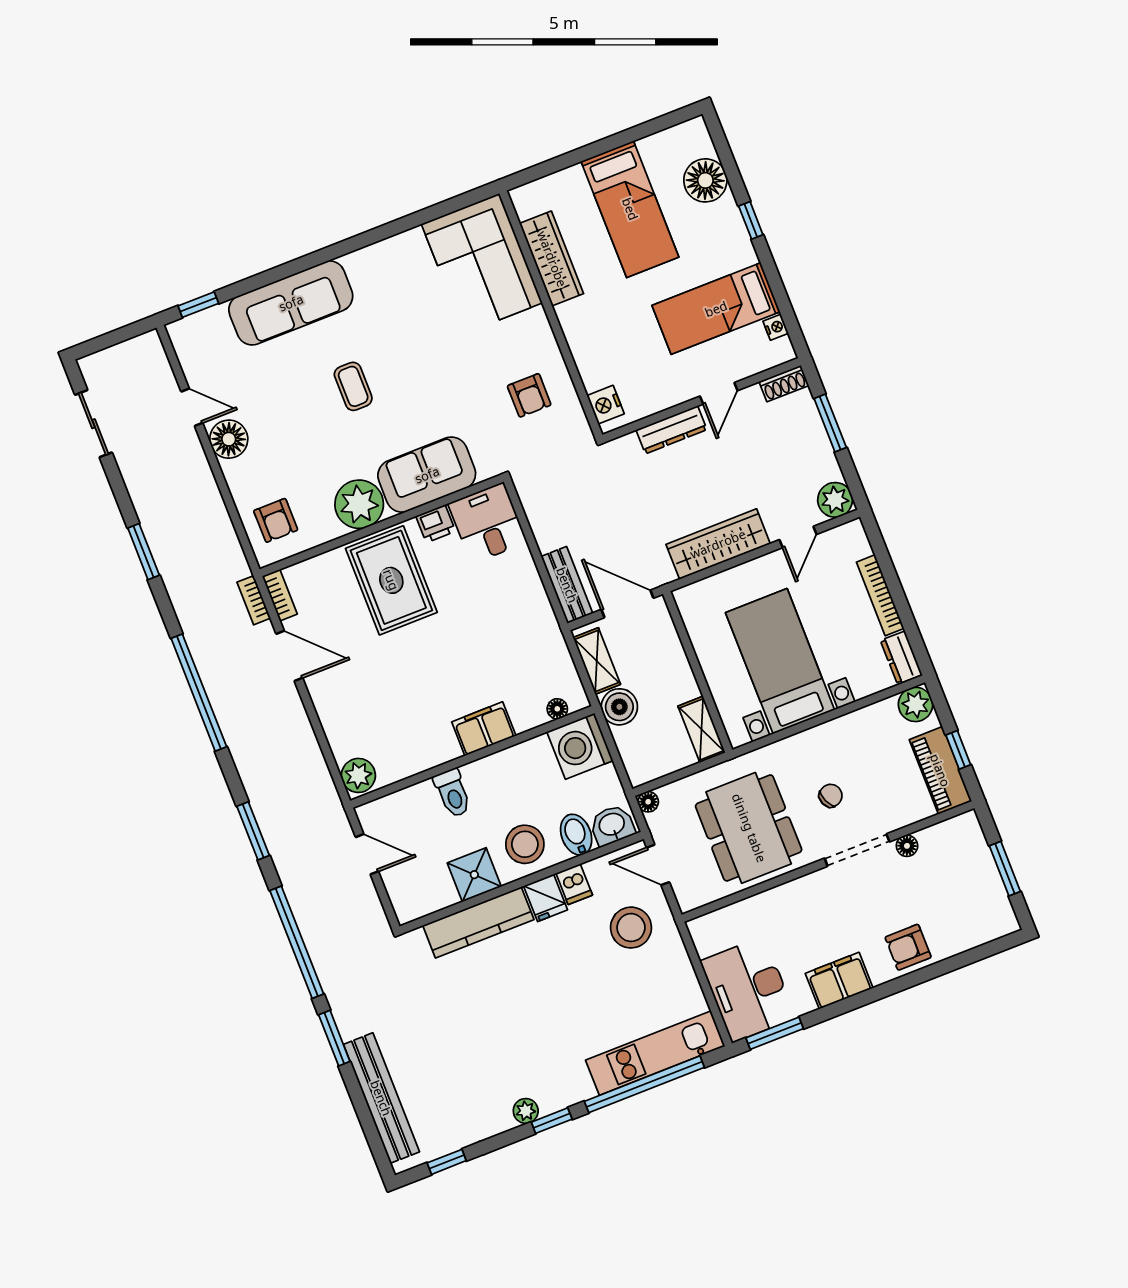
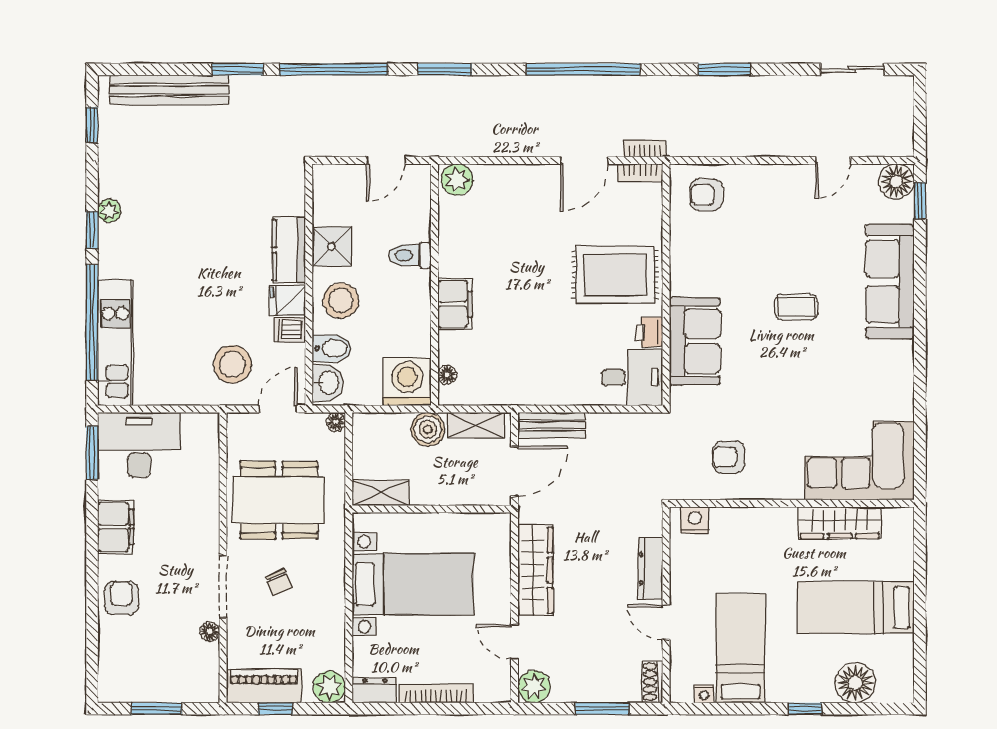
floor lamp: (229, 439) -> (896, 181), moved
plant: (359, 504) -> (692, 272), removed
kitchen counter: (478, 922) -> (289, 250), width x0.67

